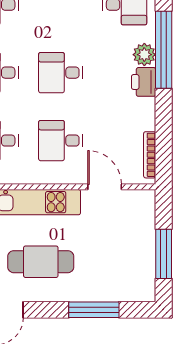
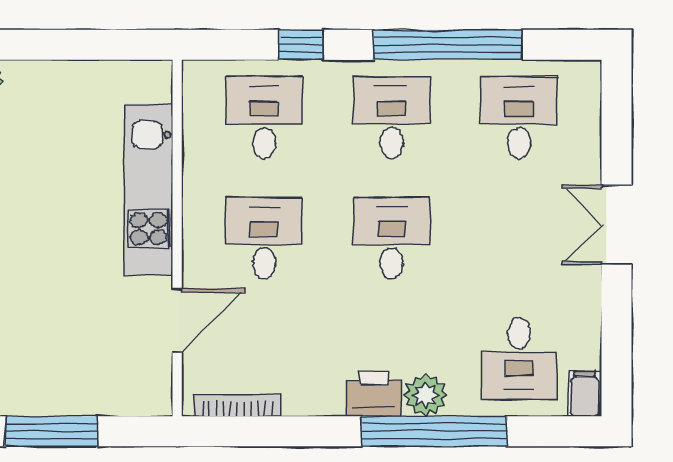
cafe table: (41, 262) -> (37, 201), removed

